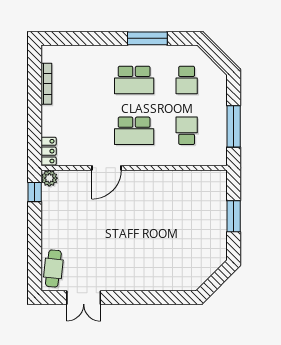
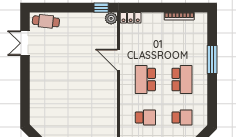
window: (147, 38) -> (212, 59), moved
school desk: (134, 80) -> (182, 80), turned 180
school desk: (187, 80) -> (182, 117), turned 180

